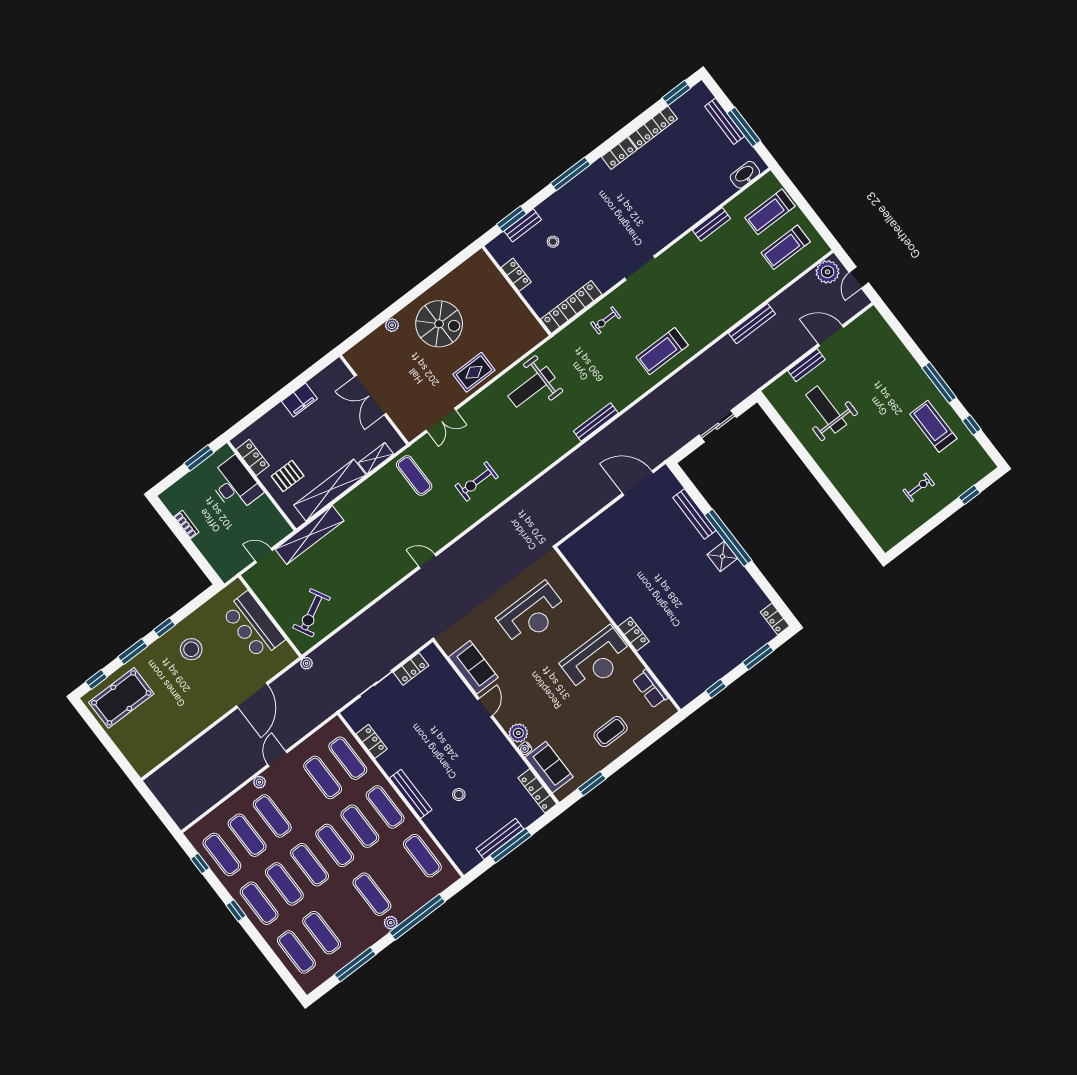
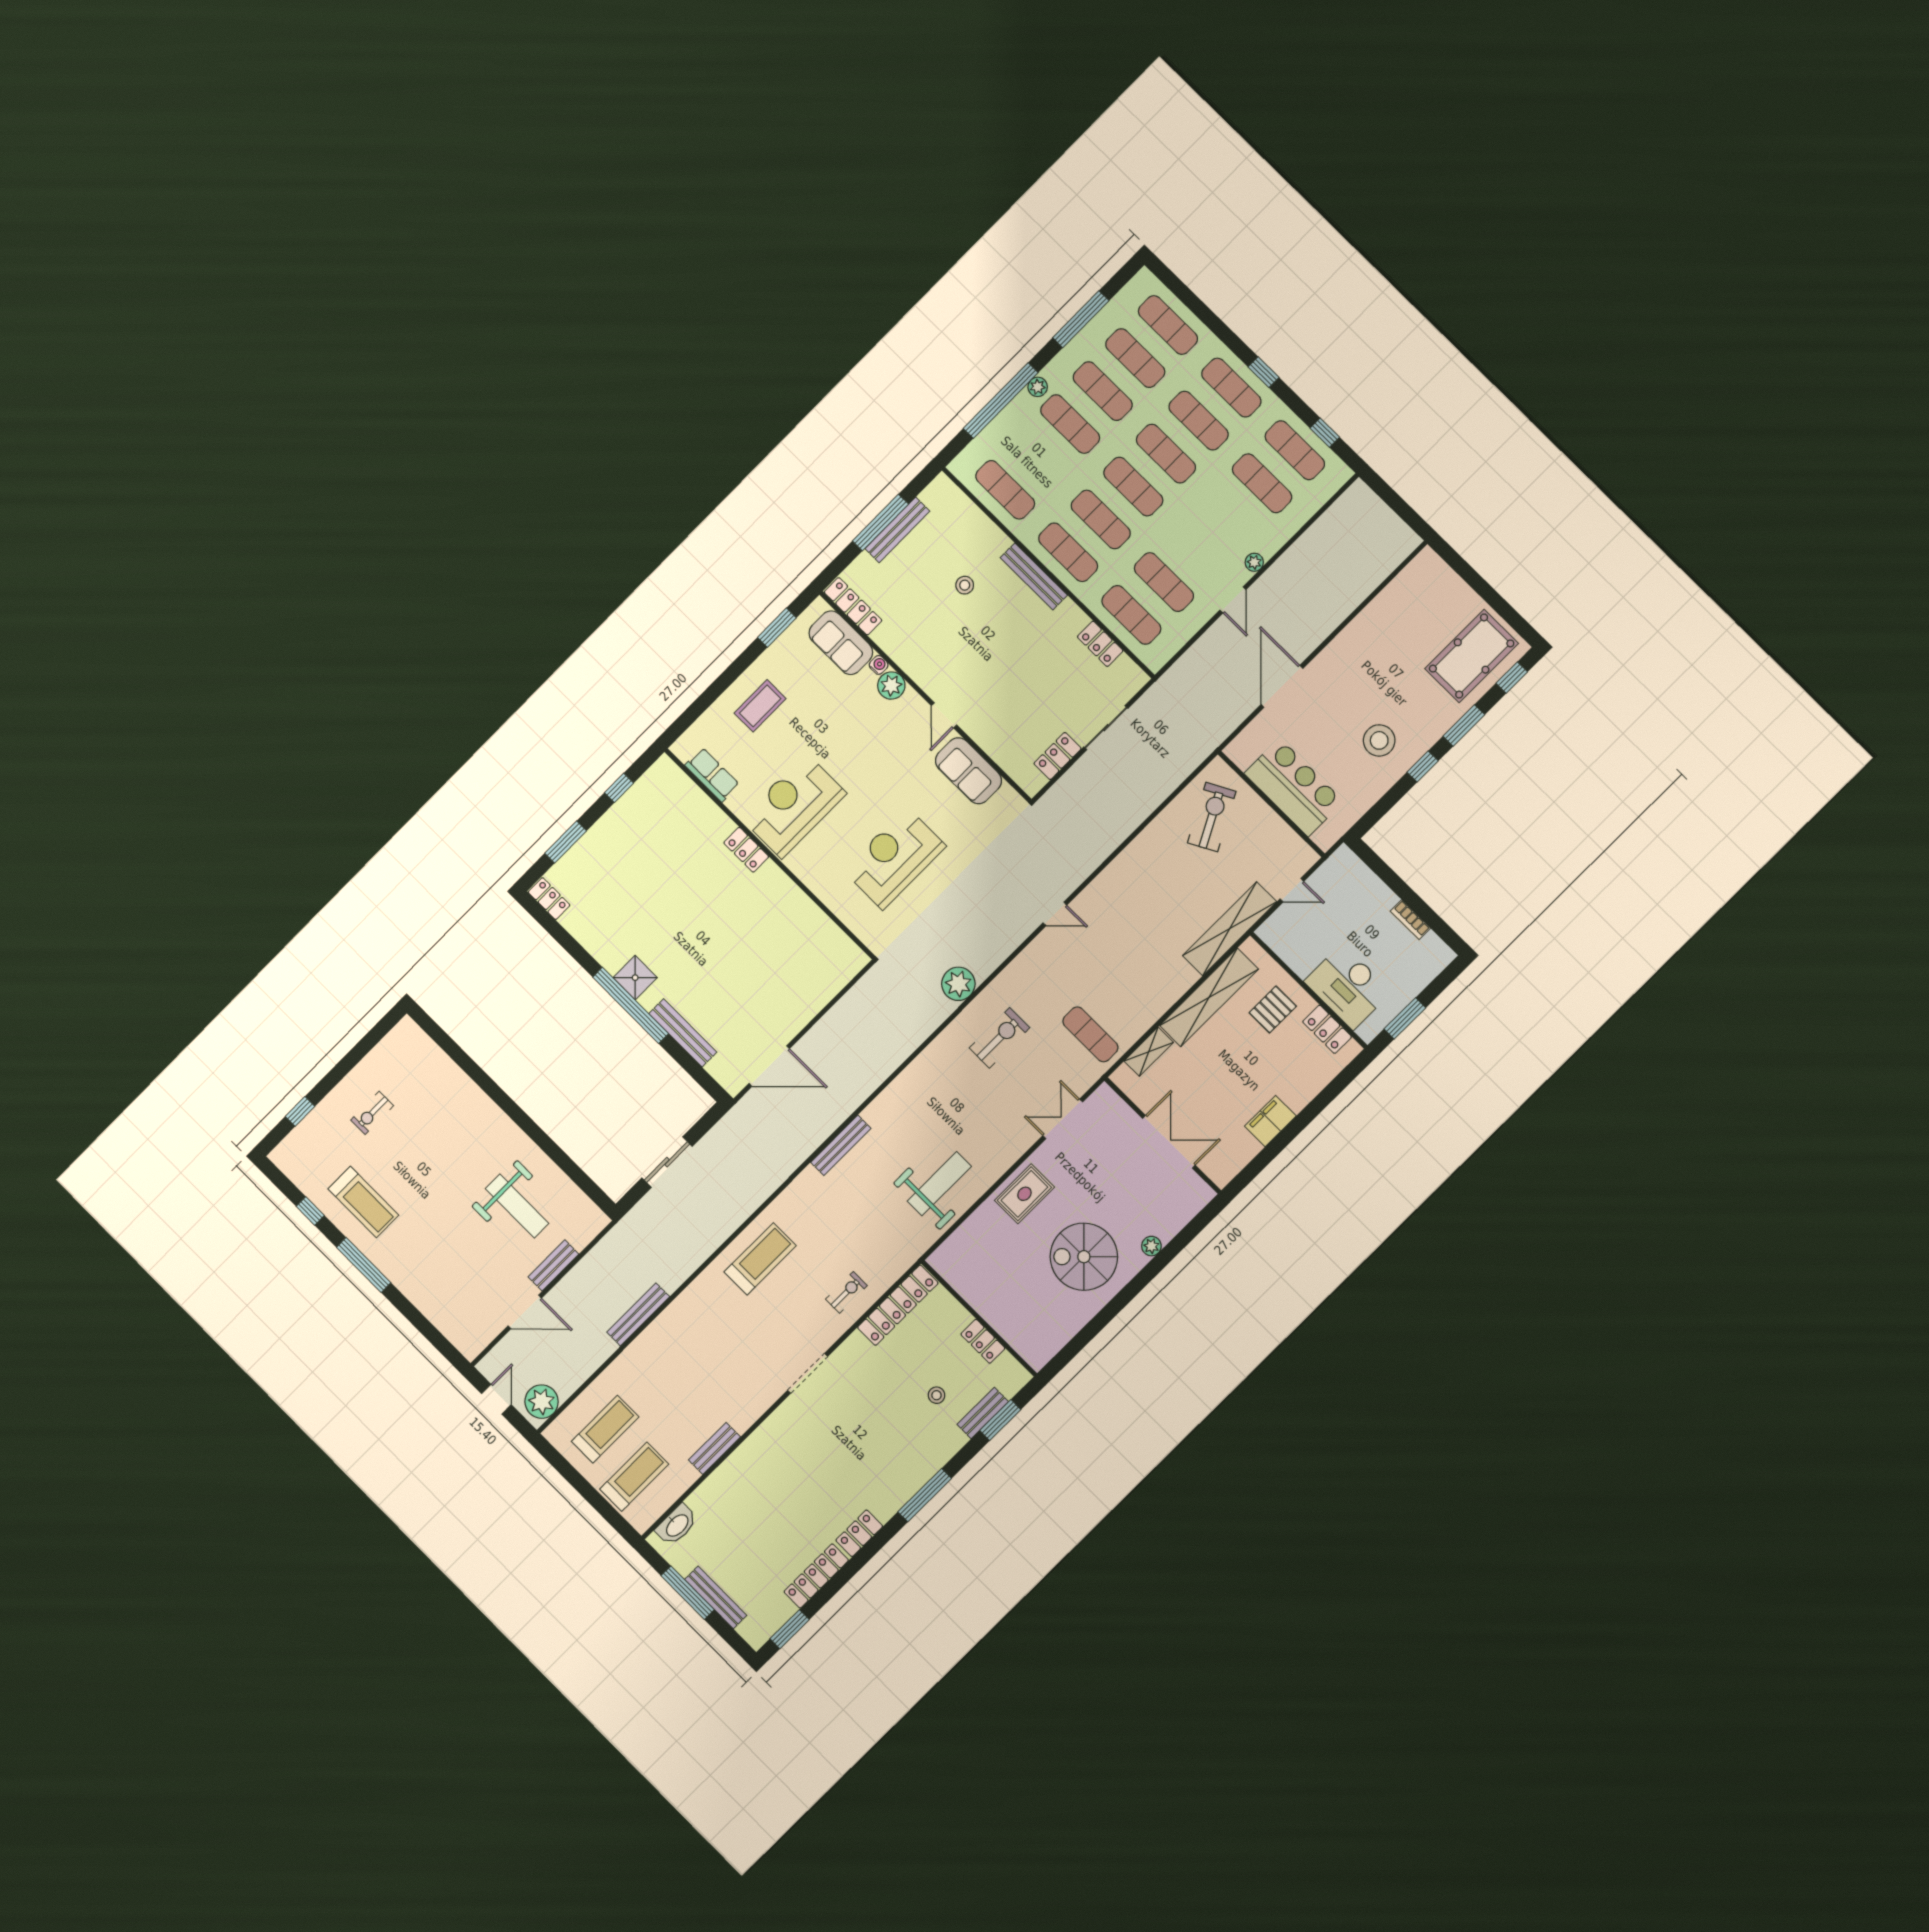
plant: (307, 663) -> (958, 984), moved, width x1.88, depth x1.88
exercise mat: (272, 816) -> (1103, 391), moved

